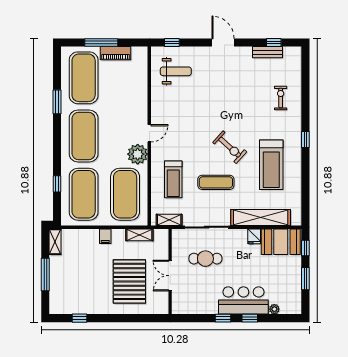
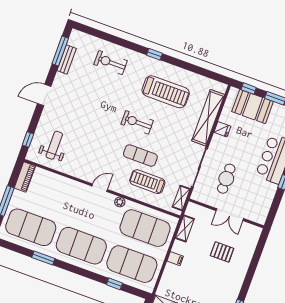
window: (274, 42) -> (60, 51), width x2.17
piano: (116, 53) -> (25, 177), moved
exercise bike: (281, 98) -> (111, 63), width x1.38, depth x1.39
door: (149, 133) -> (100, 188), hinge flipped
exercise bike: (230, 147) -> (137, 122), turned -132
plant: (138, 154) -> (120, 202), width x0.53, depth x0.53
treadmill: (173, 179) -> (147, 182), turned 180
exercise mat: (216, 182) -> (140, 156), moved, turned 90
booth: (281, 242) -> (253, 107), moved, turned 90
pallet: (129, 281) -> (222, 252), width x0.49, depth x0.50

